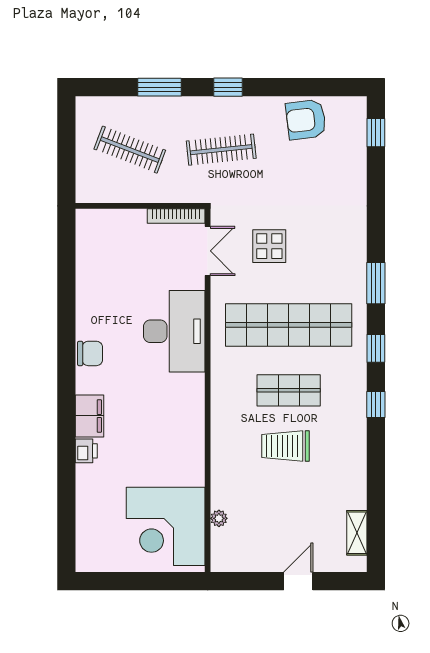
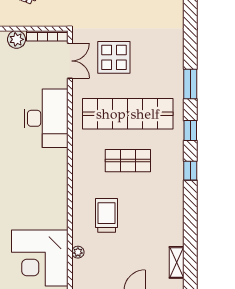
plant: (133, 221) -> (16, 39), added
display table: (269, 246) -> (114, 57), width x1.36, depth x1.36
trolley: (285, 446) -> (107, 215), moved, turned 90

